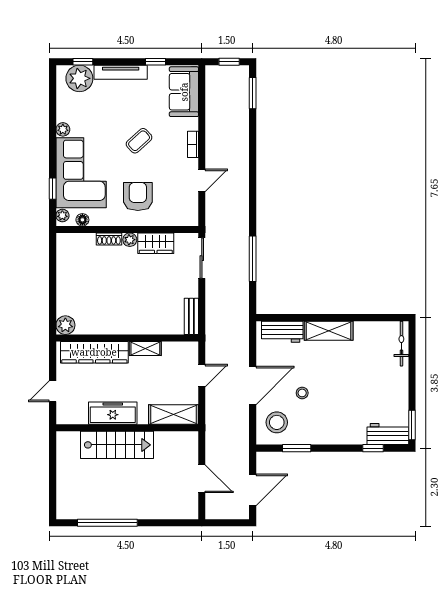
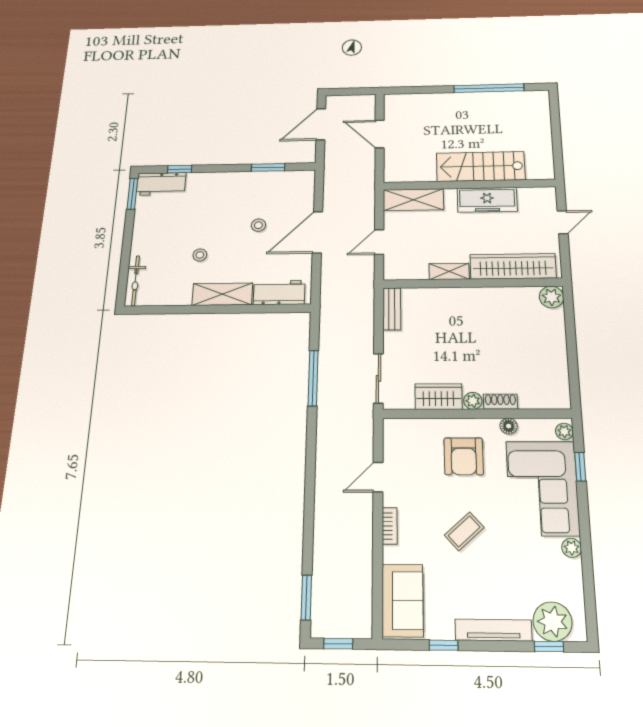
floor lamp: (82, 220) -> (509, 426), moved
stool: (277, 422) -> (200, 255), moved, width x0.53, depth x0.53

